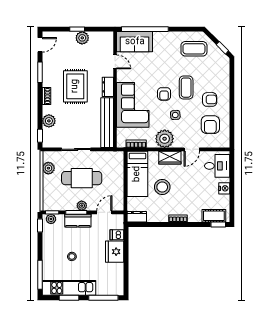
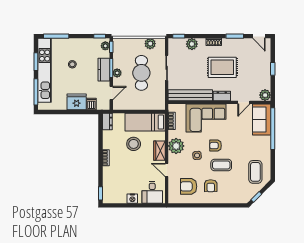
plant: (82, 38) -> (265, 95), moved
door: (104, 212) -> (111, 93), hinge flipped
cot: (214, 216) -> (108, 189), removed
kitchen unit: (69, 288) -> (45, 70), width x1.36

